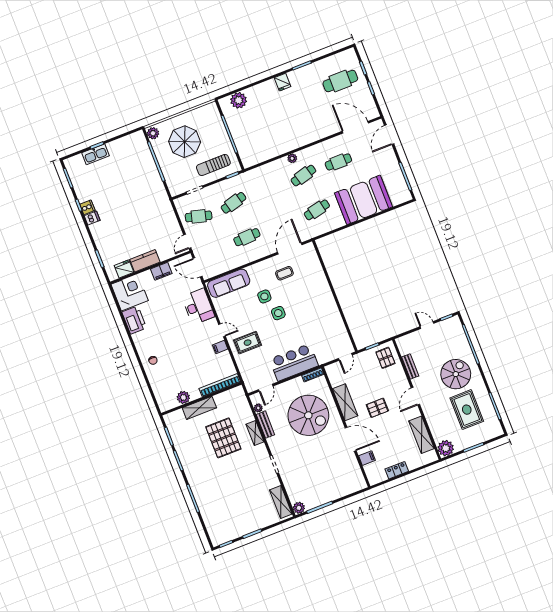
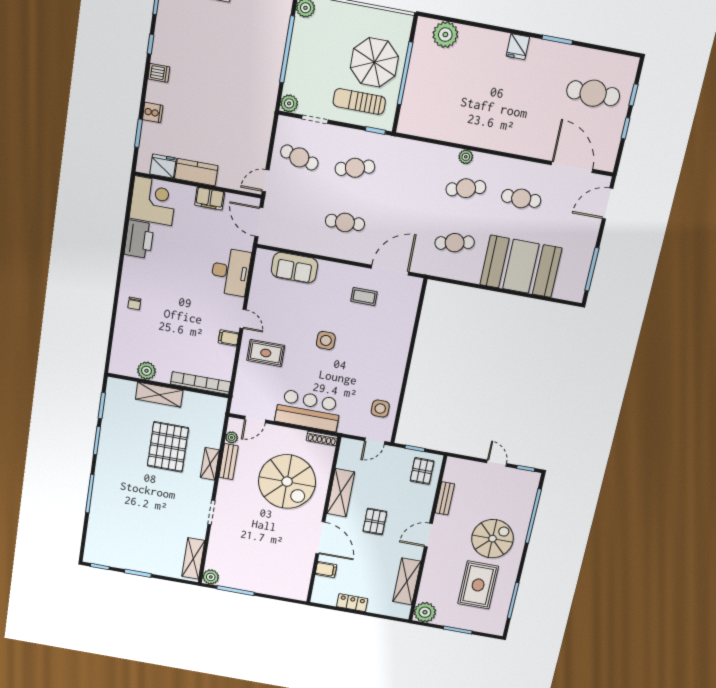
parasol: (185, 142) -> (374, 62), moved
plant: (175, 190) -> (289, 103), added
cooker: (87, 207) -> (153, 112), moved
sofa: (229, 283) -> (294, 268), width x0.73
side table: (264, 296) -> (380, 409), moved
pallet: (377, 408) -> (375, 522), turned 90

